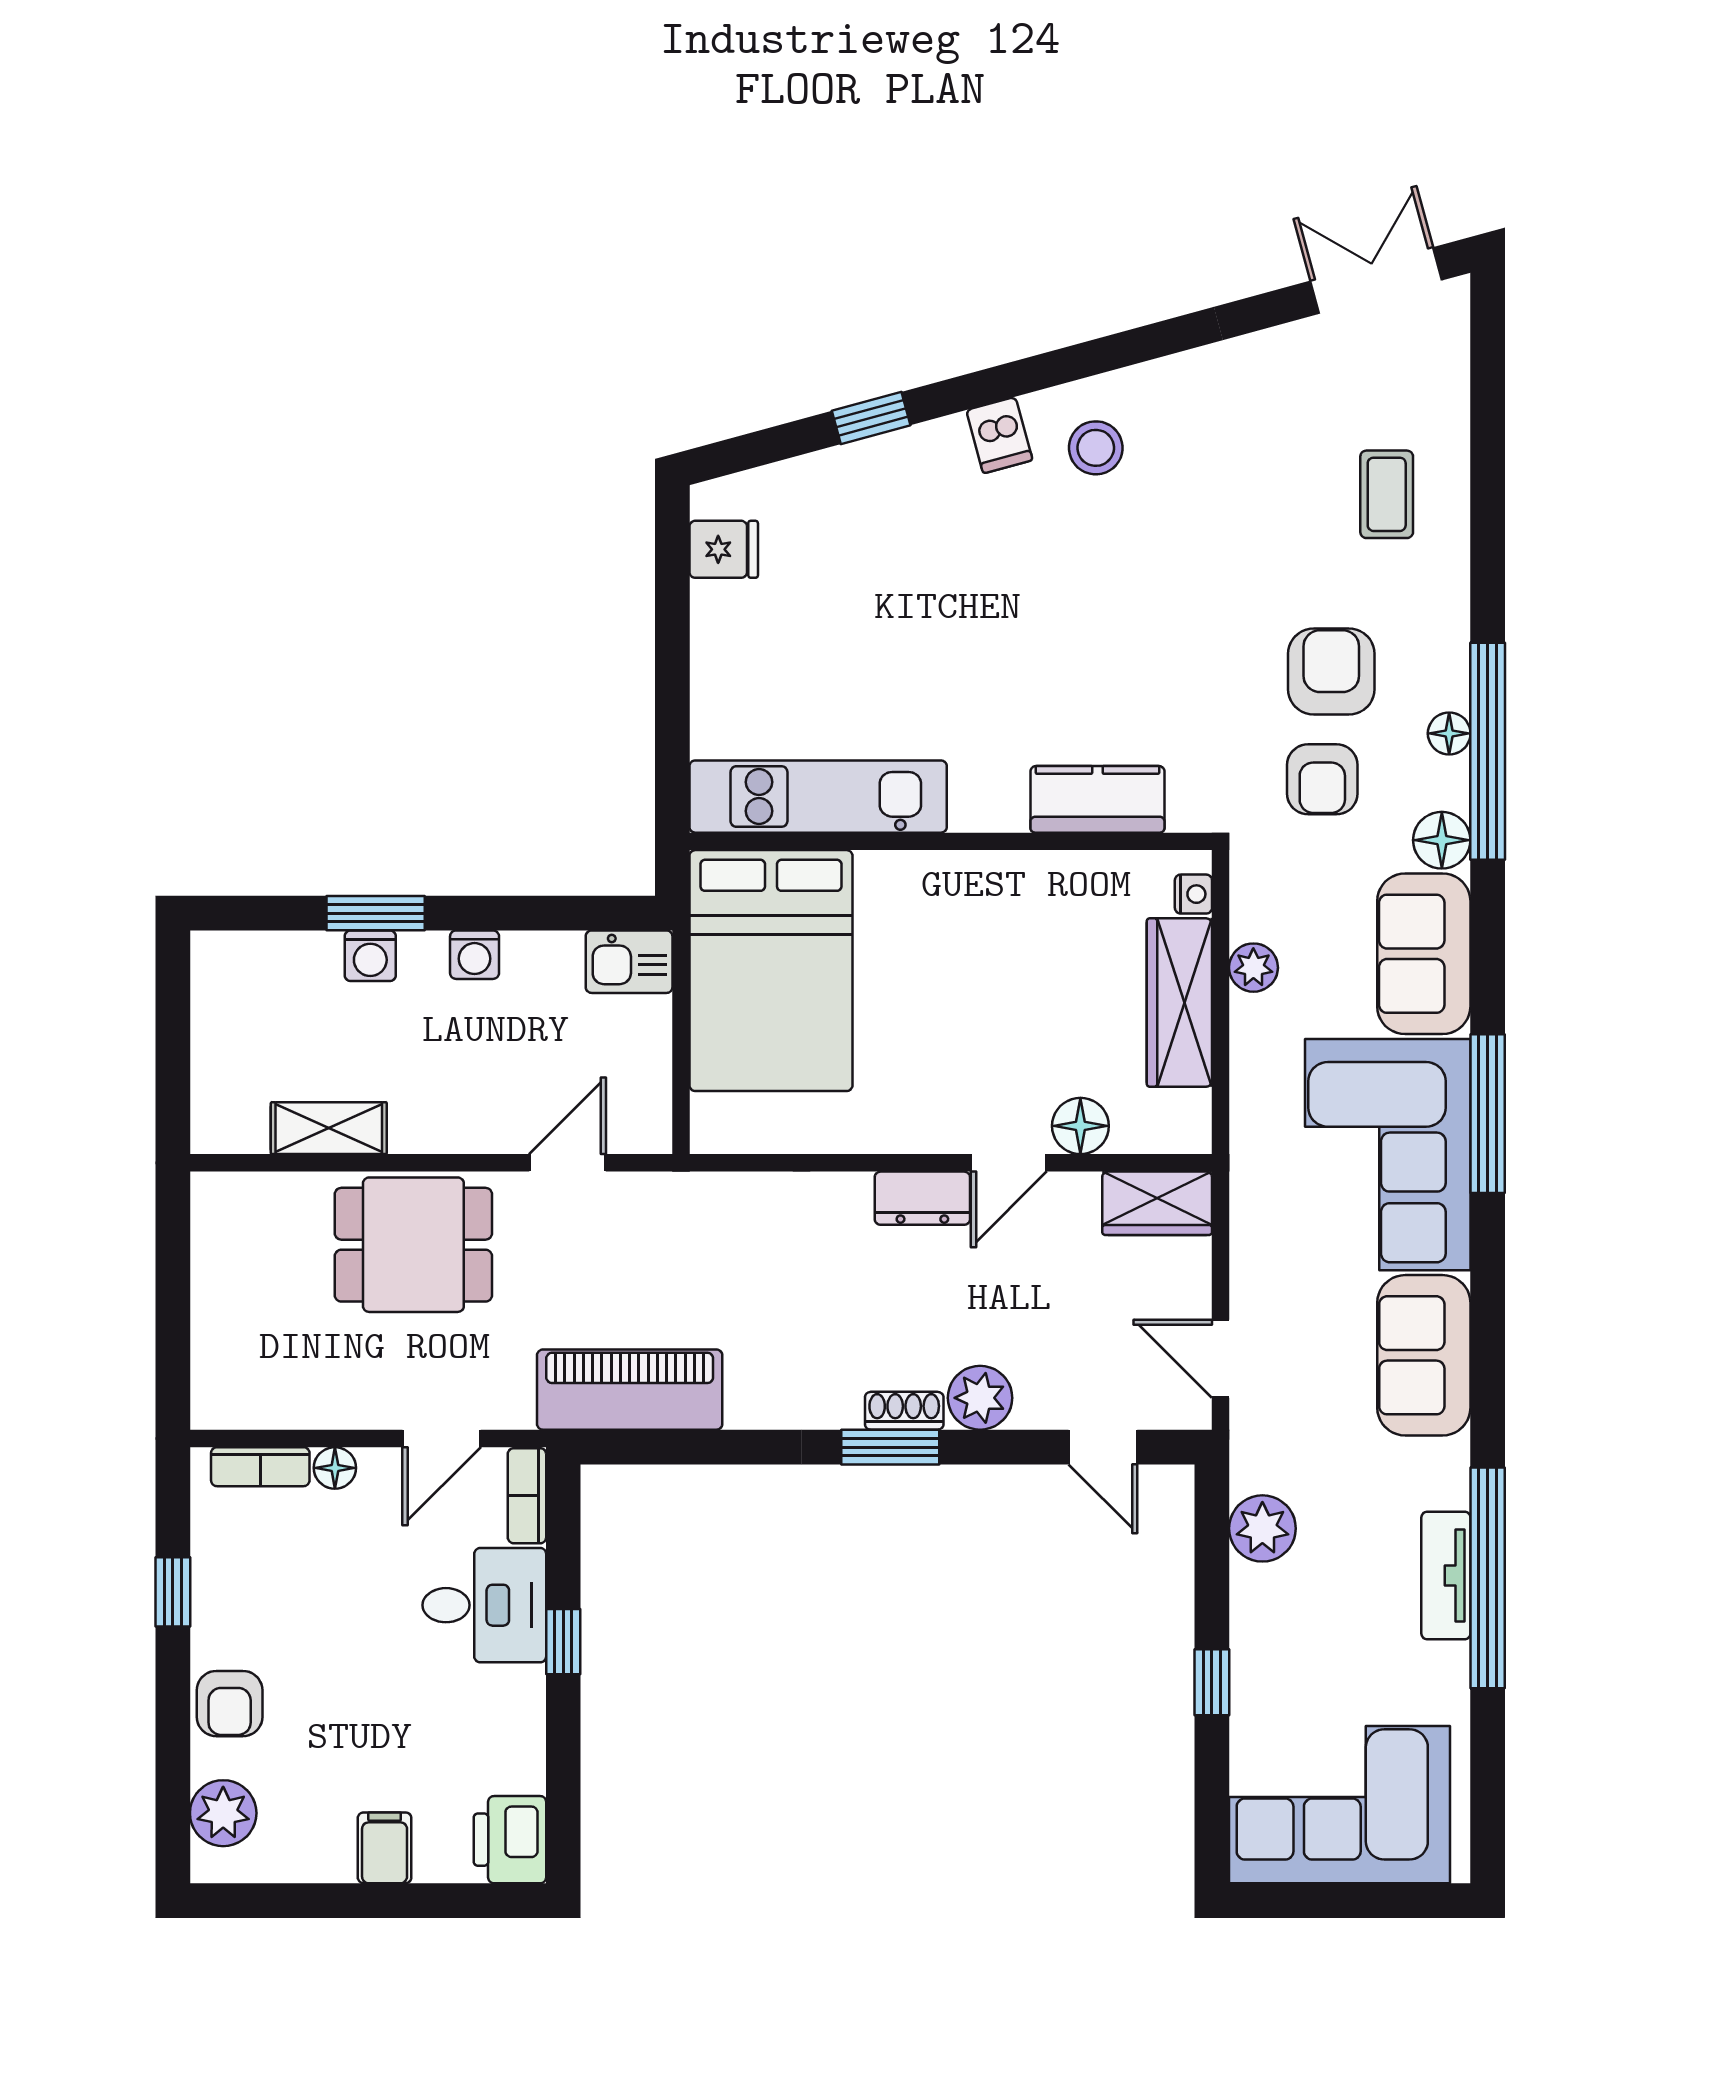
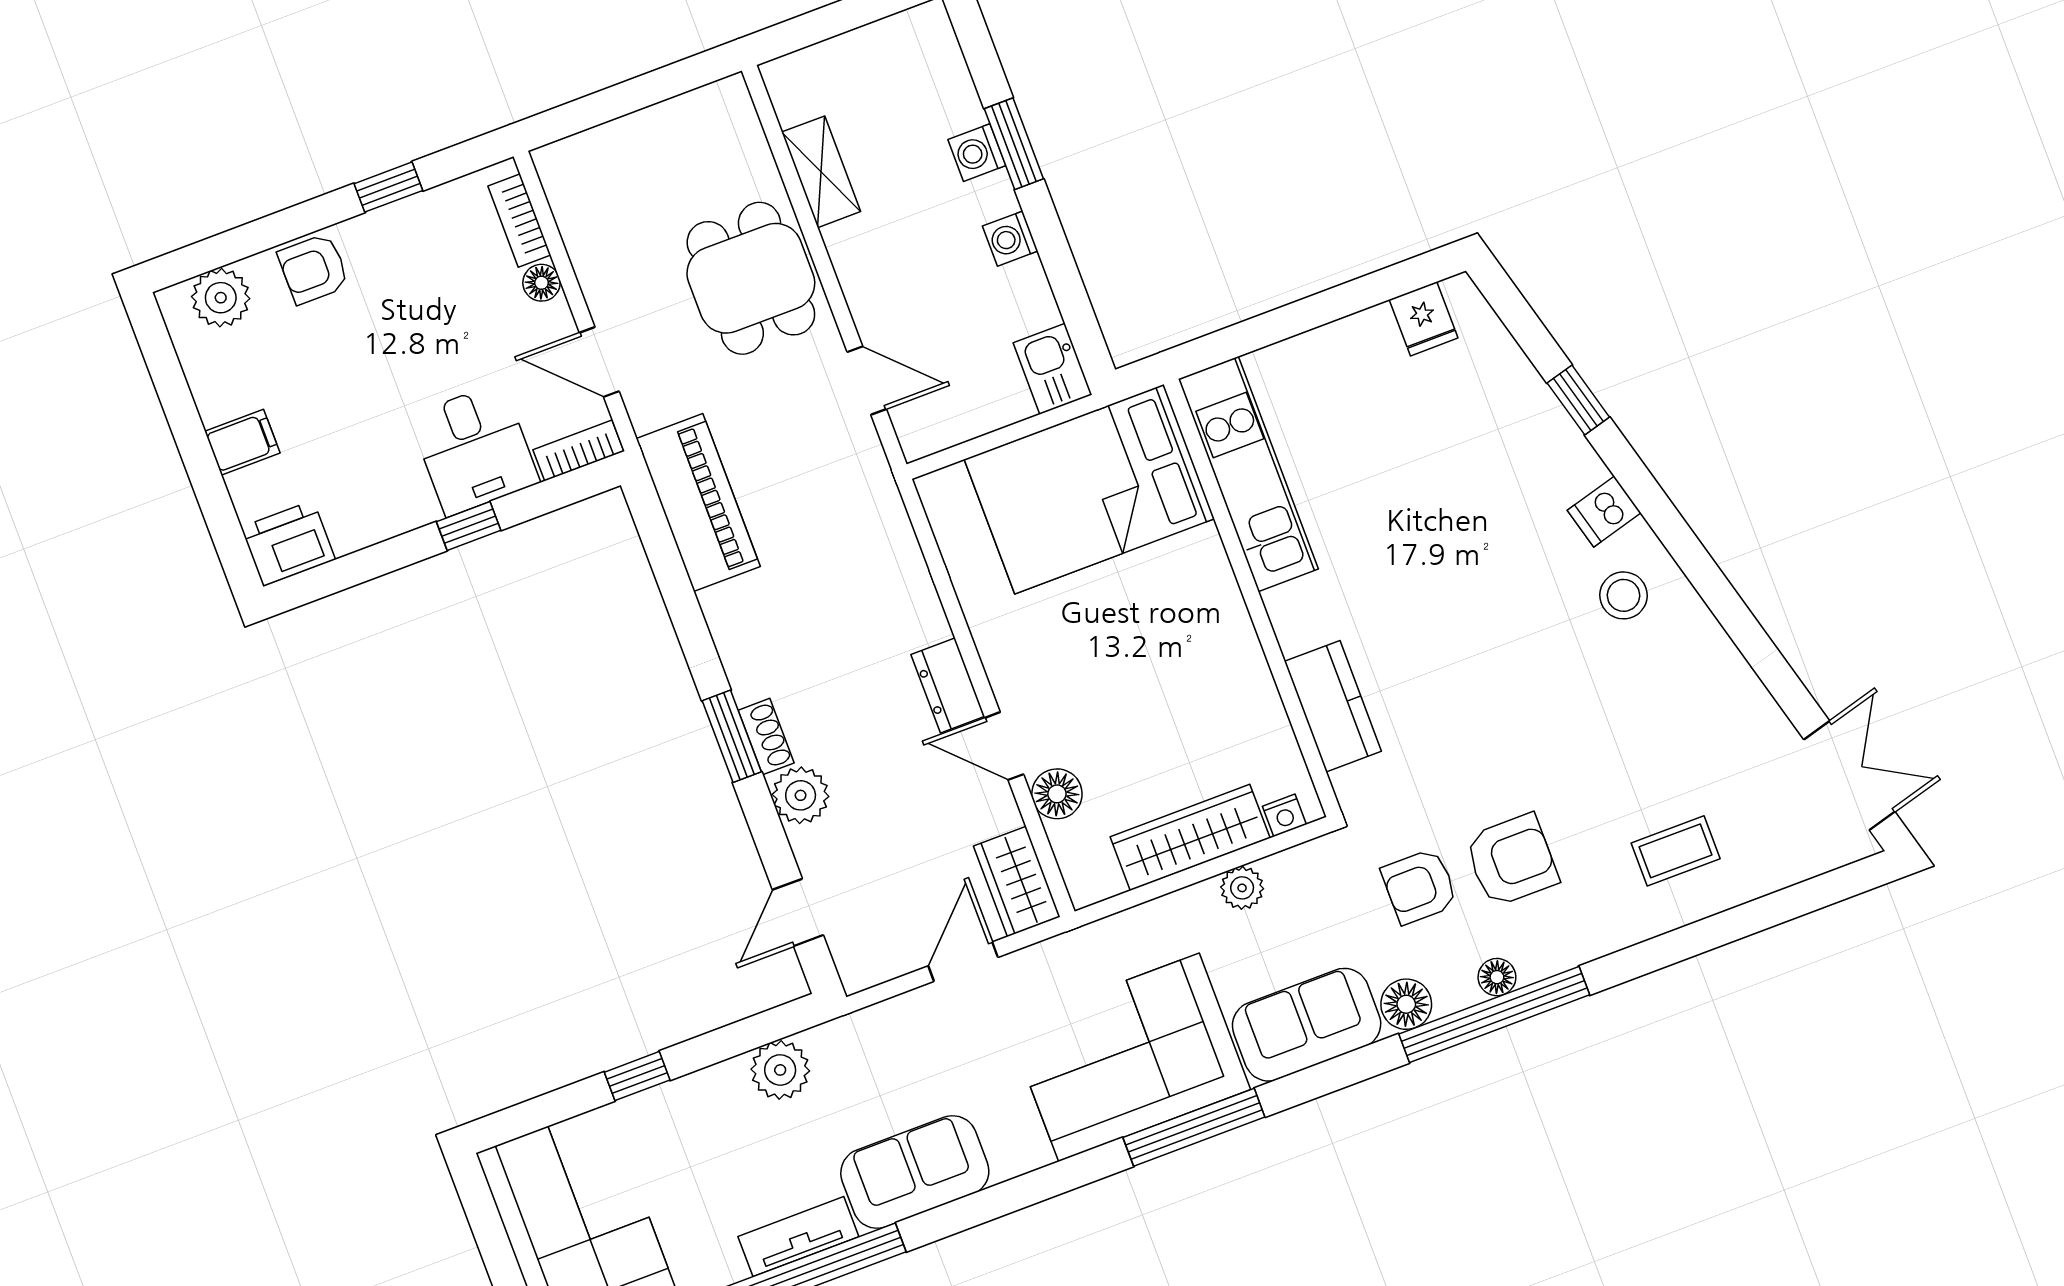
sofa: (1424, 1355) -> (915, 1172), moved
door: (1221, 1359) -> (963, 962), moved

